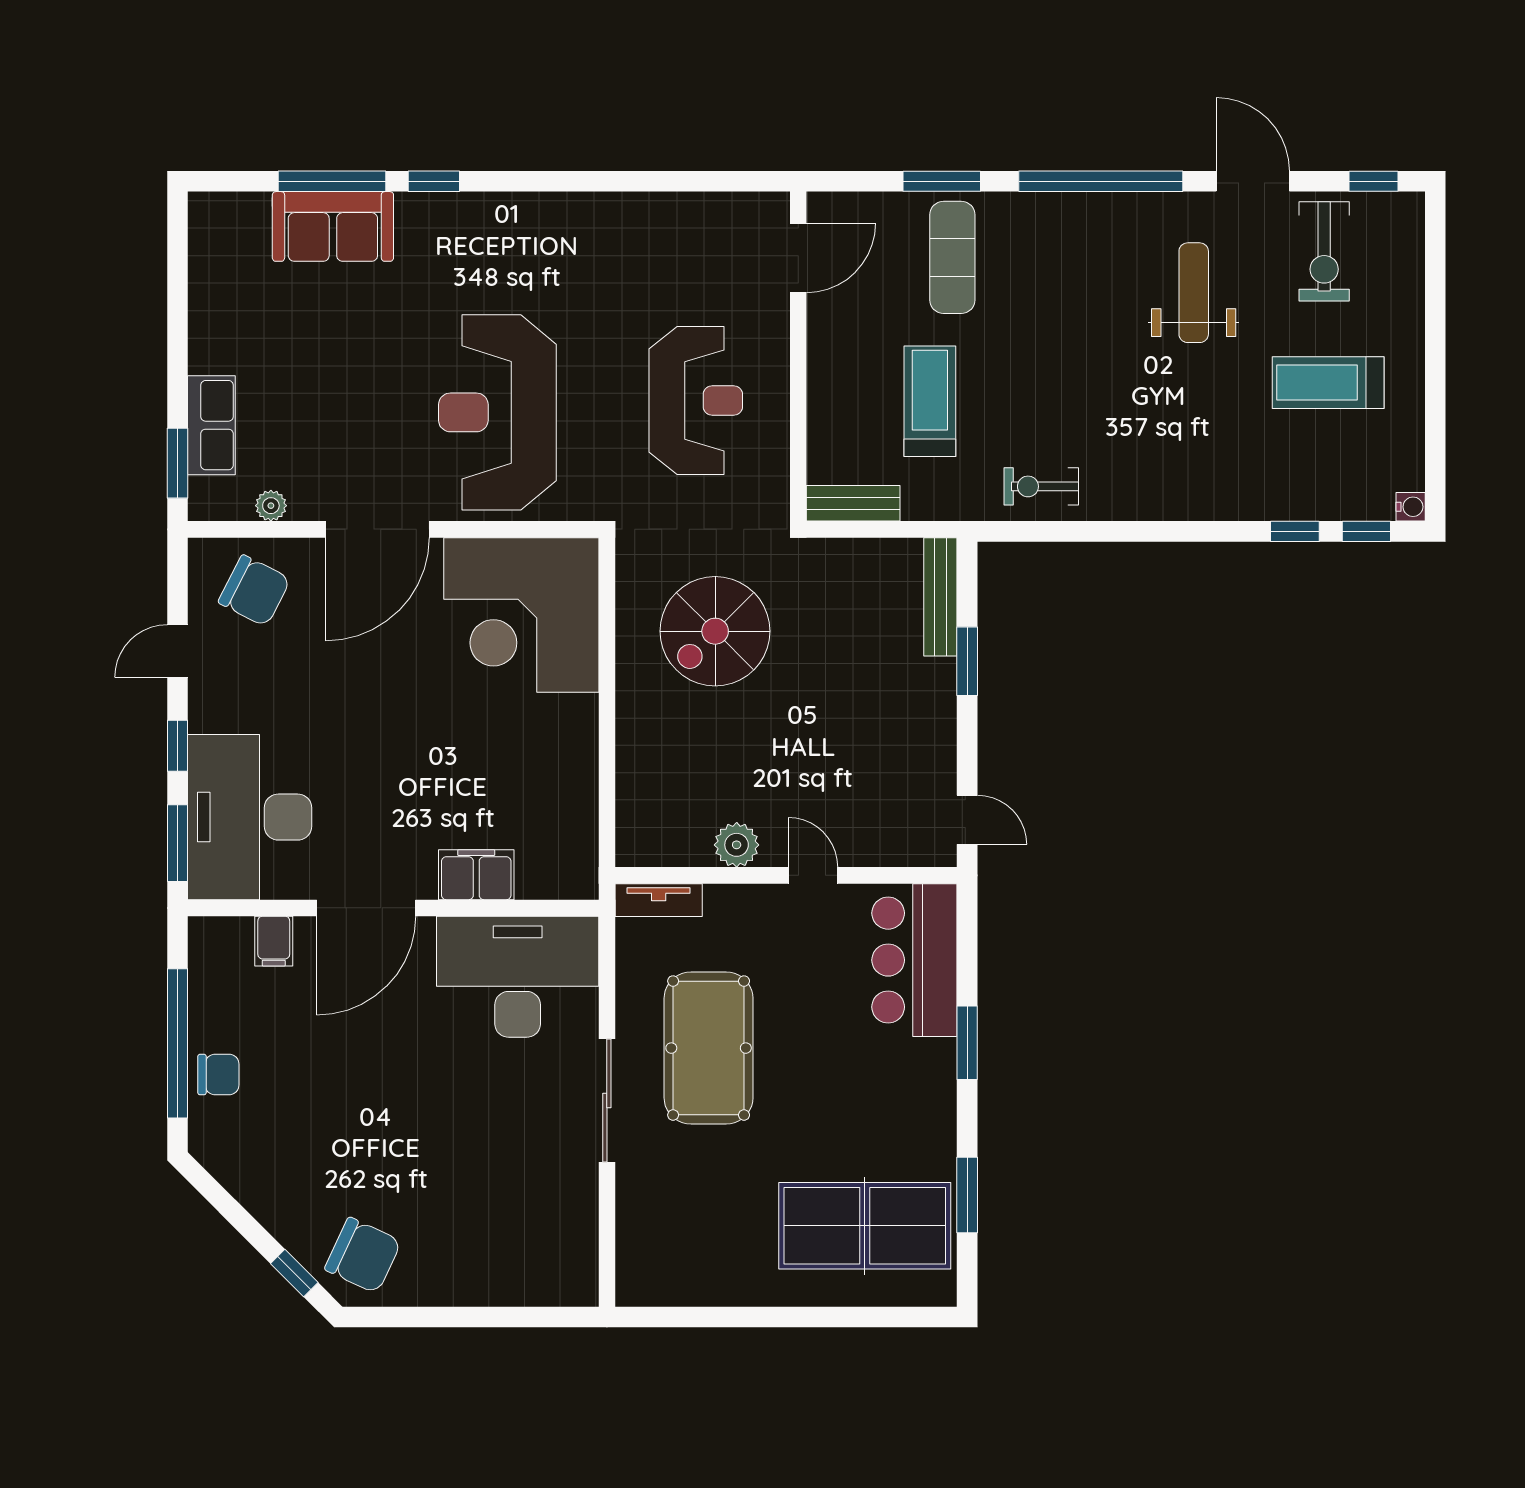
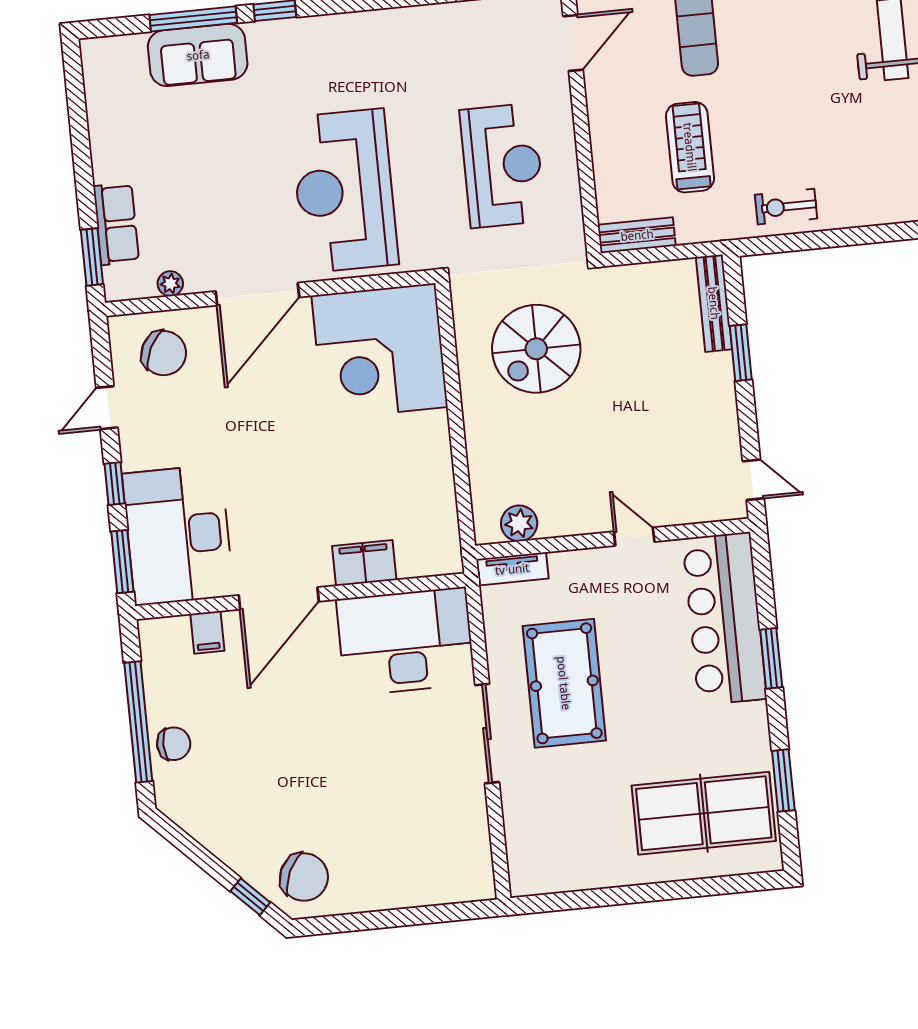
plant: (737, 845) -> (519, 523), moved
bar counter: (914, 960) -> (725, 619), width x1.36

